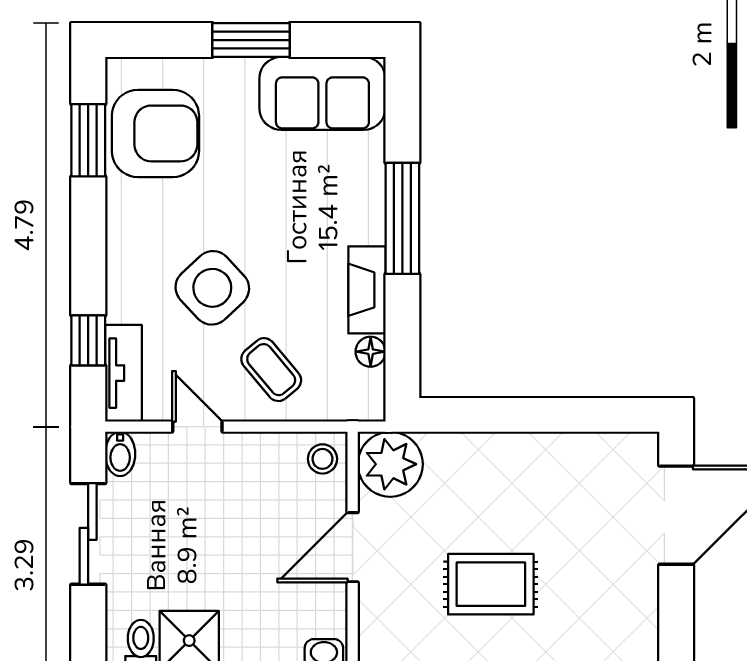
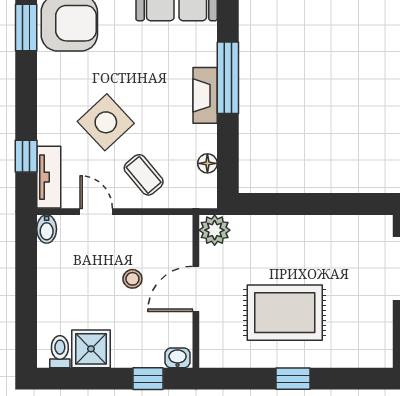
fireplace: (367, 290) -> (205, 95), moved
stool: (322, 459) -> (132, 279), moved
plant: (390, 464) -> (215, 230), width x0.73, depth x0.73
sliding door: (88, 534) -> (26, 280), removed
rug: (491, 584) -> (285, 313), width x1.36, depth x1.43

